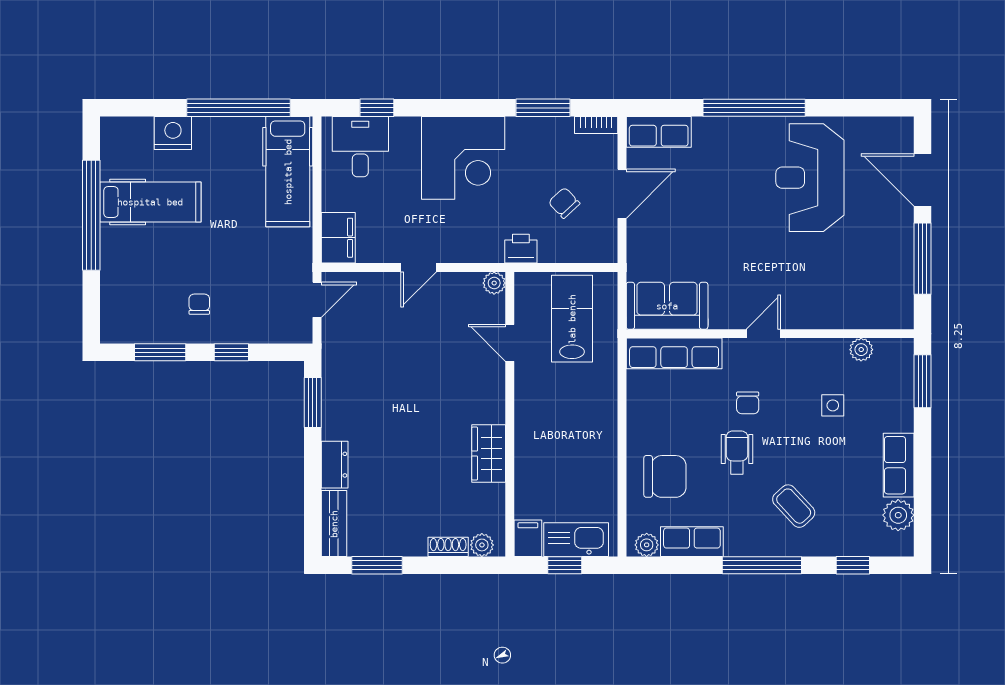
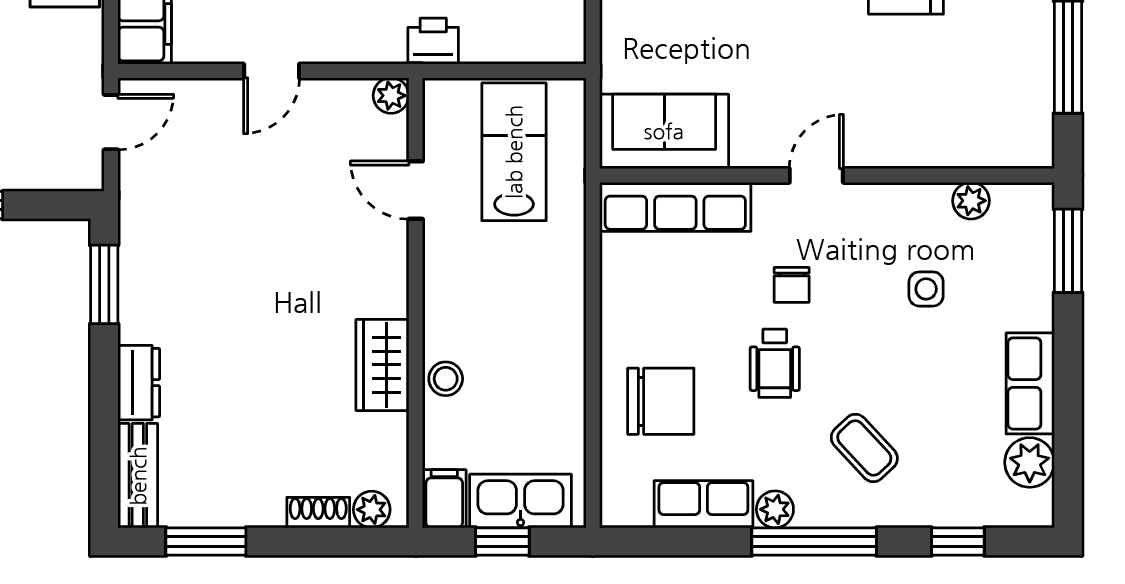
wheelchair: (737, 452) -> (775, 363), turned 180
stool: (529, 462) -> (446, 379), added
plant: (647, 545) -> (775, 509), moved

